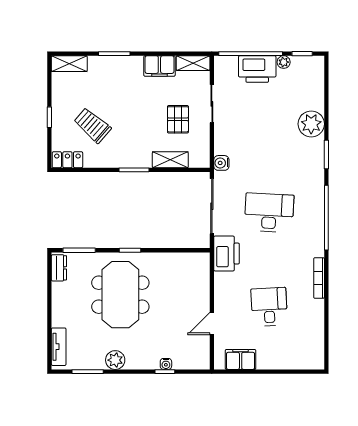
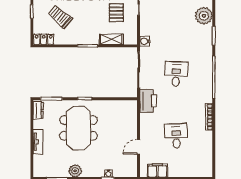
desk: (269, 213) -> (176, 74), width x0.73
tv unit: (59, 347) -> (38, 142), moved

